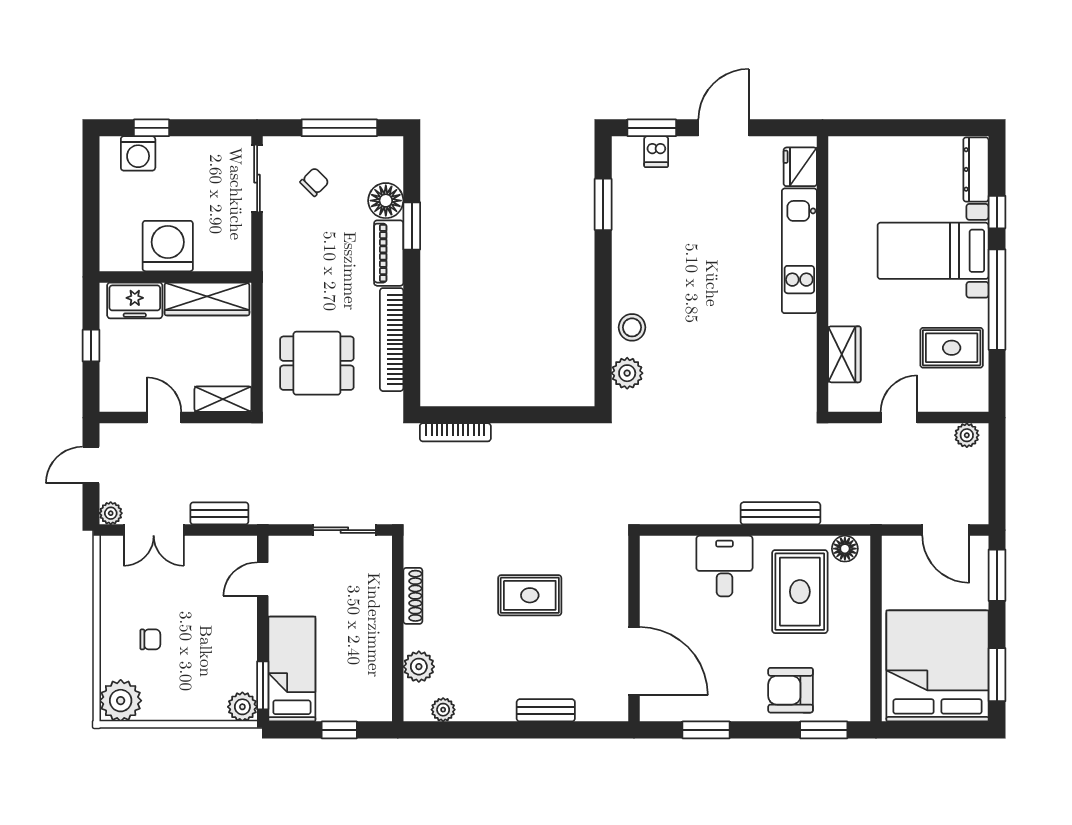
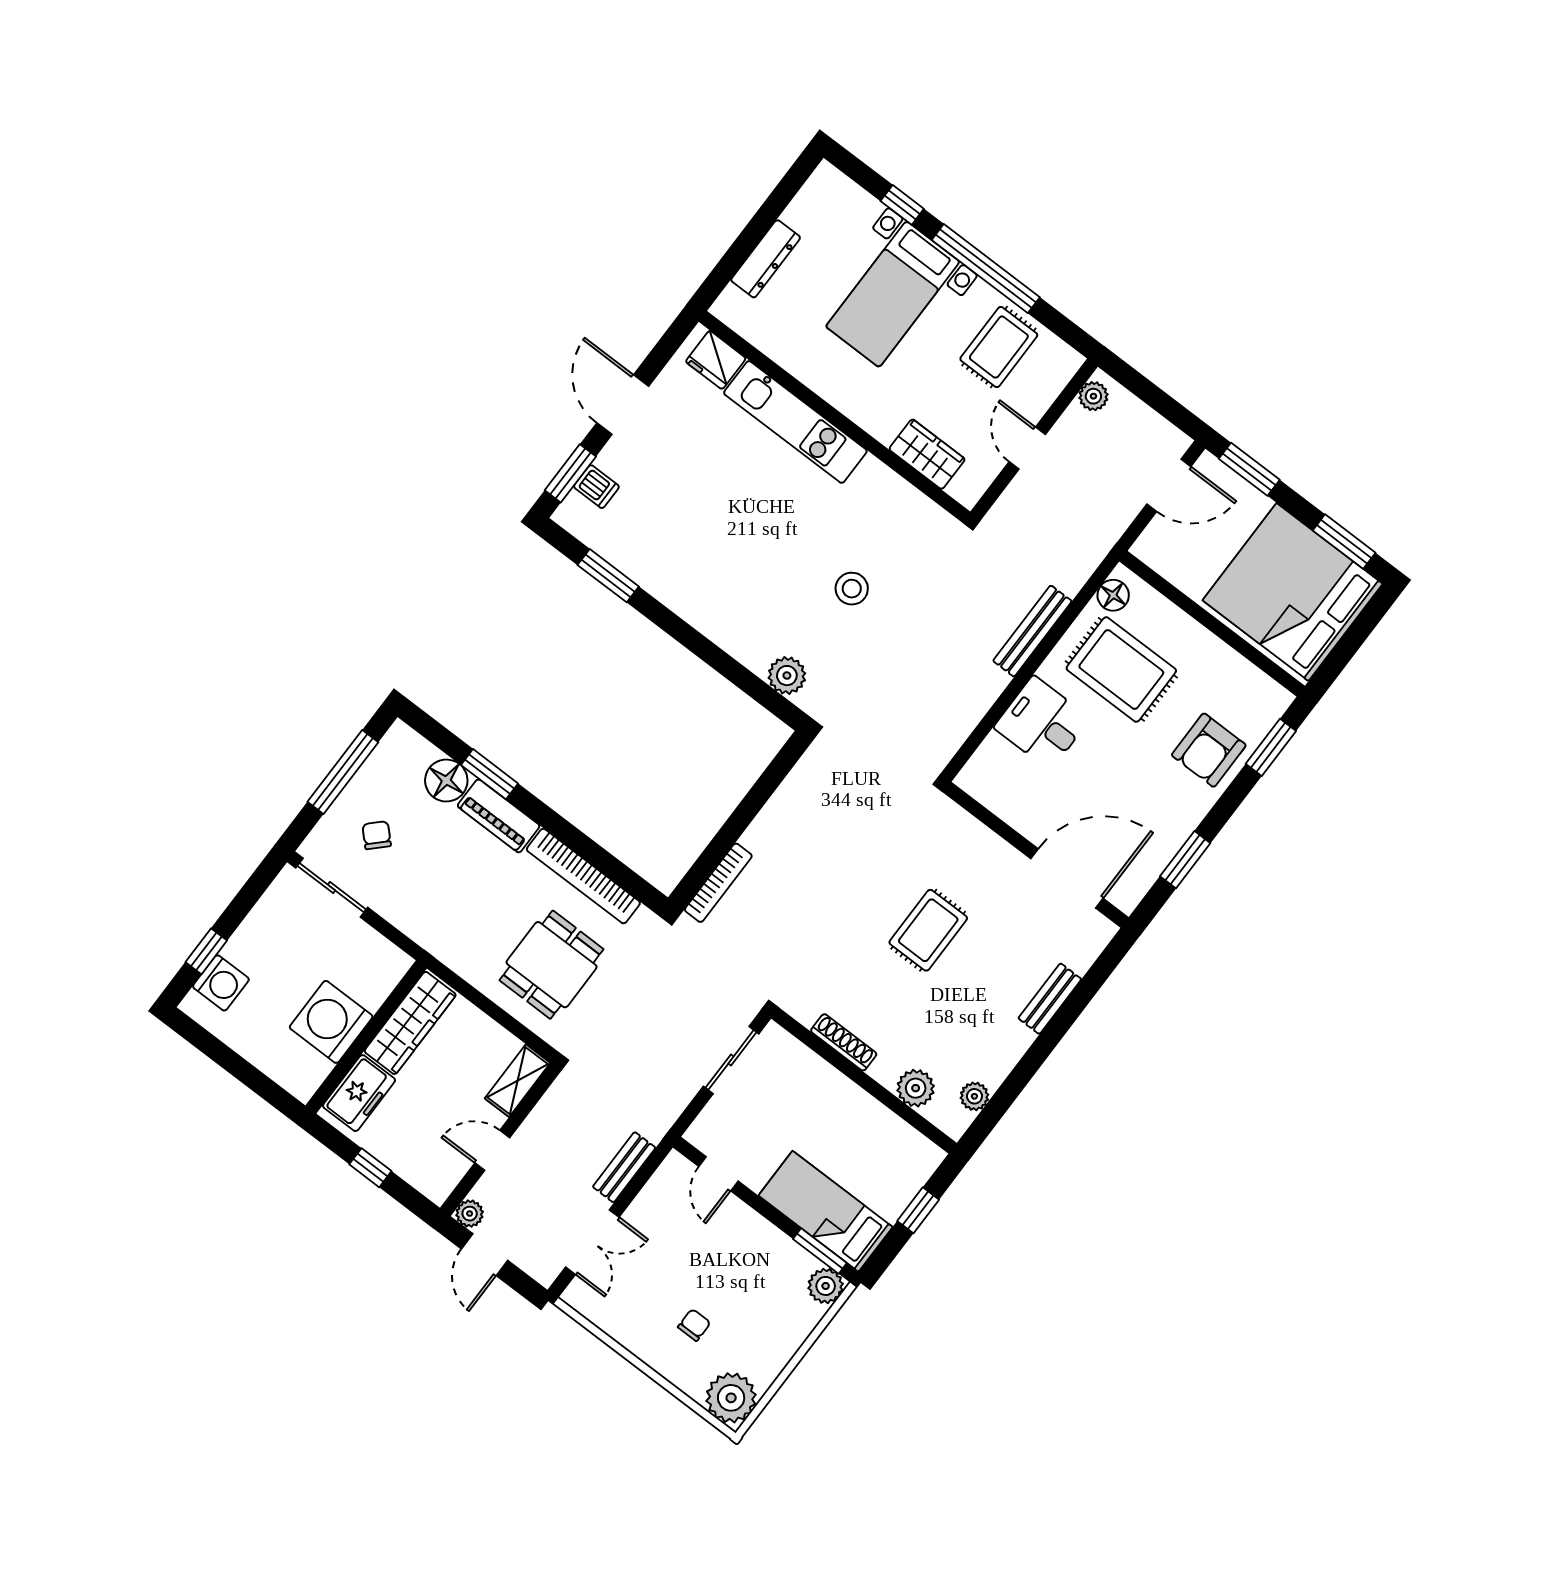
dresser: (976, 169) -> (766, 259), moved, turned -90
stool: (632, 327) -> (852, 589), moved
plant: (111, 513) -> (470, 1214), moved

